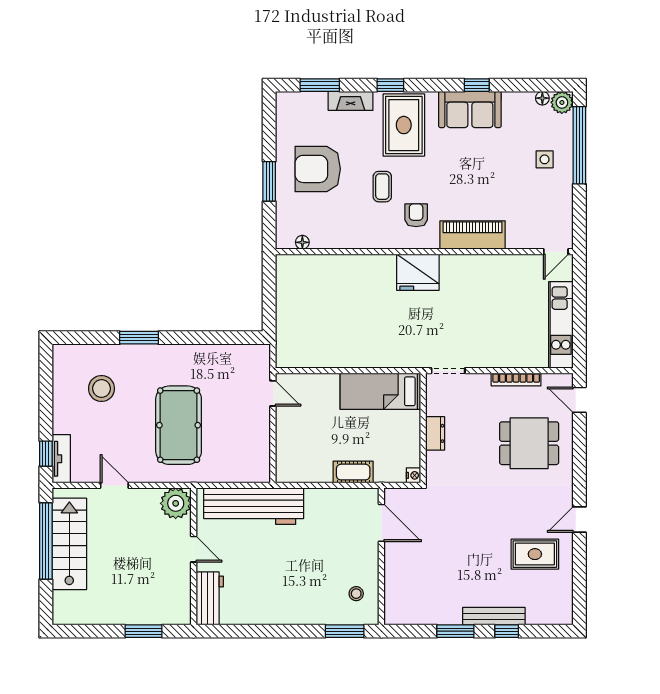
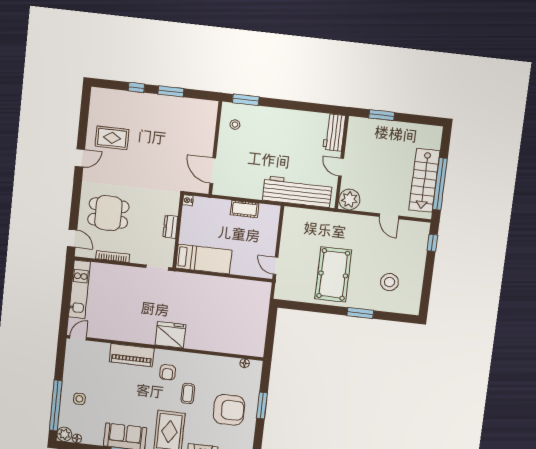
pool table: (179, 425) -> (333, 274), moved
tv unit: (61, 459) -> (422, 238), removed
cot: (353, 472) -> (245, 209), moved
bench: (494, 616) -> (144, 99), removed

